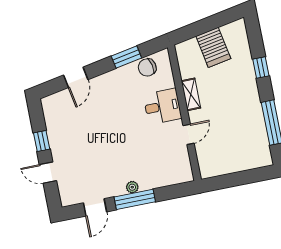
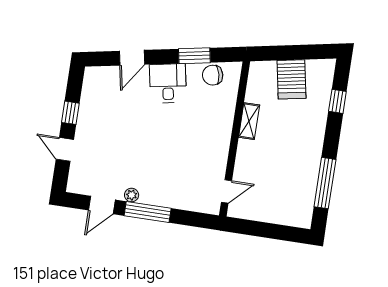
window: (261, 68) -> (337, 101), moved
desk: (162, 106) -> (168, 83), moved, turned -101
door: (189, 134) -> (227, 191), moved
plant: (132, 187) -> (132, 195), moved

